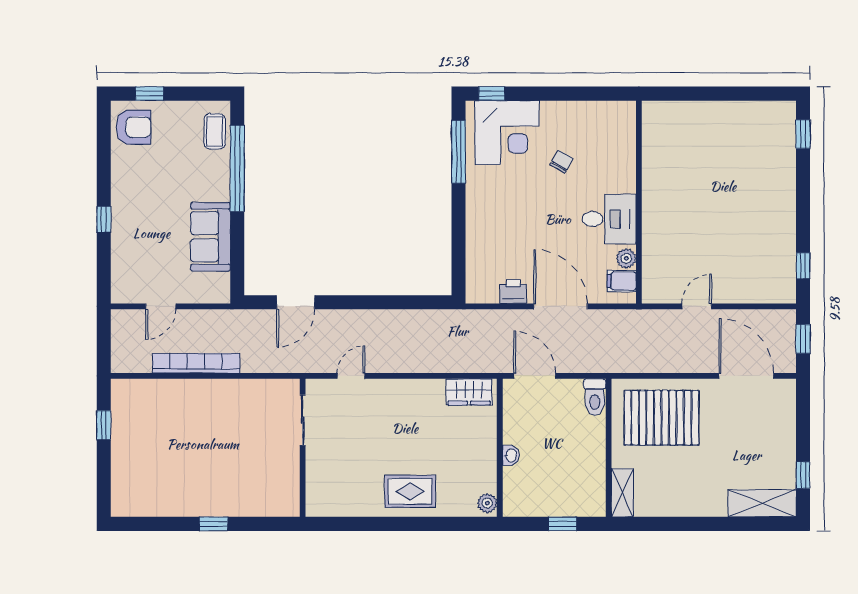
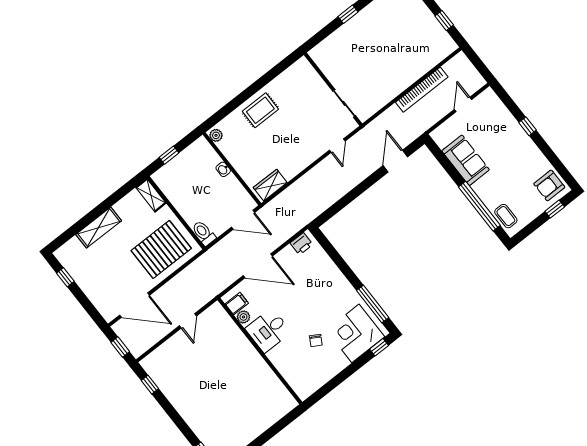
printer: (513, 292) -> (301, 244), moved
shelving: (762, 503) -> (99, 228), moved

